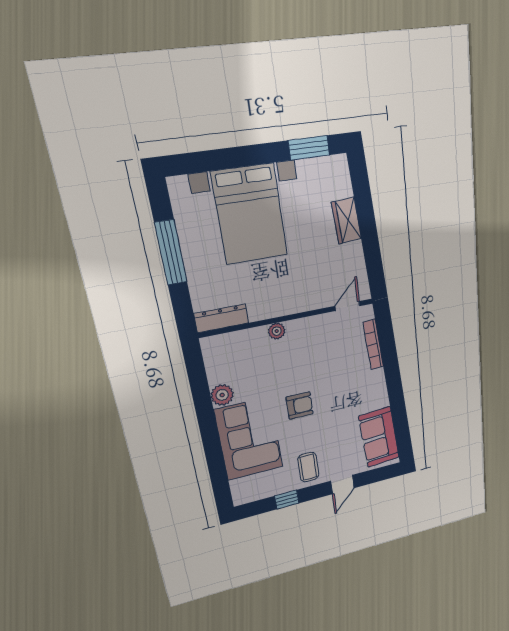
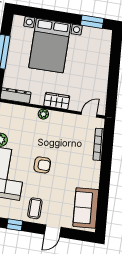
wardrobe: (346, 221) -> (57, 101), moved, turned 94

